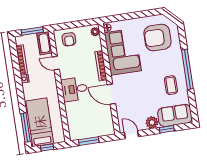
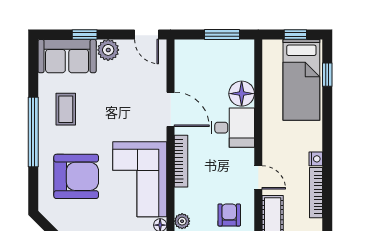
armchair: (157, 38) -> (76, 176), moved
floor lamp: (72, 109) -> (242, 94), added
window: (25, 128) -> (327, 75), width x0.46

